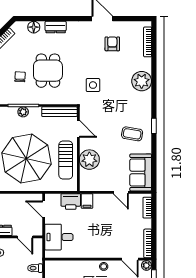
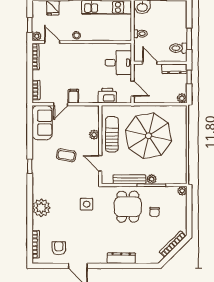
floor lamp: (34, 27) -> (142, 258), removed
dresser: (56, 27) -> (121, 258), width x1.44
armchair: (112, 44) -> (59, 248), moved, turned 180
dining table: (48, 71) -> (128, 207), moved
bench: (59, 112) -> (129, 179), moved
coffee table: (132, 134) -> (66, 155), moved
plant: (89, 160) -> (94, 135), width x0.53, depth x0.53
door: (121, 192) -> (61, 104), swing flipped
filing cabinet: (87, 201) -> (73, 96), moved

